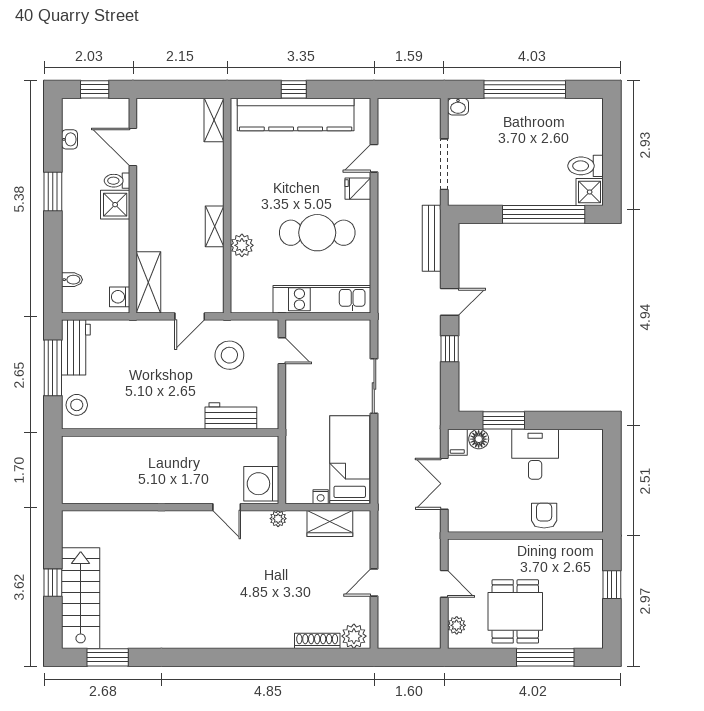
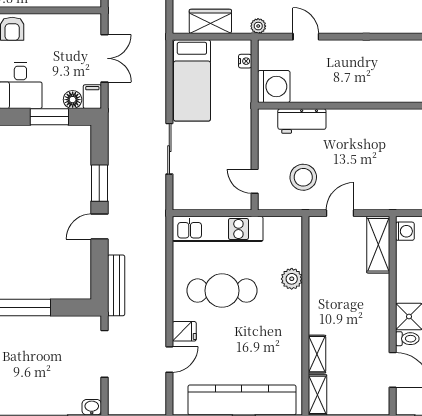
shelving: (215, 226) -> (317, 354), moved
window: (450, 349) -> (99, 183), width x1.50
washing machine: (261, 484) -> (274, 87), moved
nightstand: (321, 497) -> (245, 61), moved, turned 90

